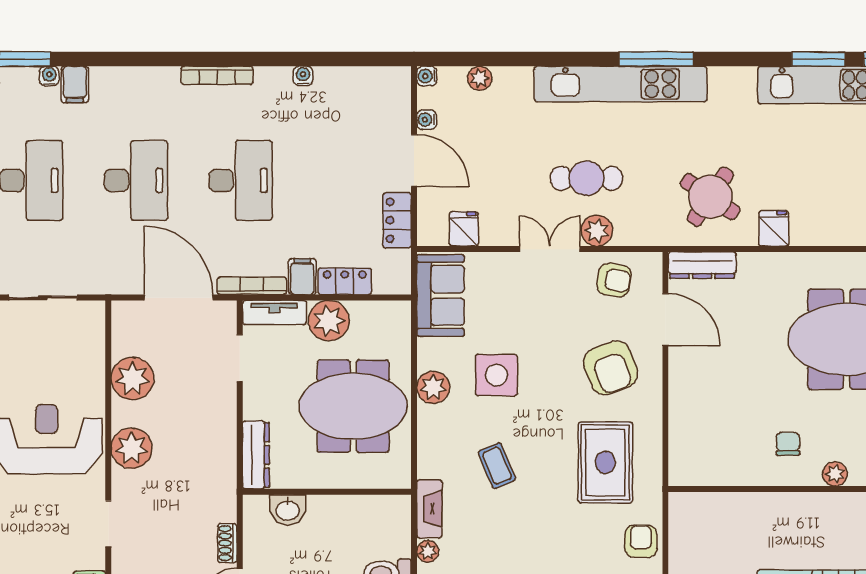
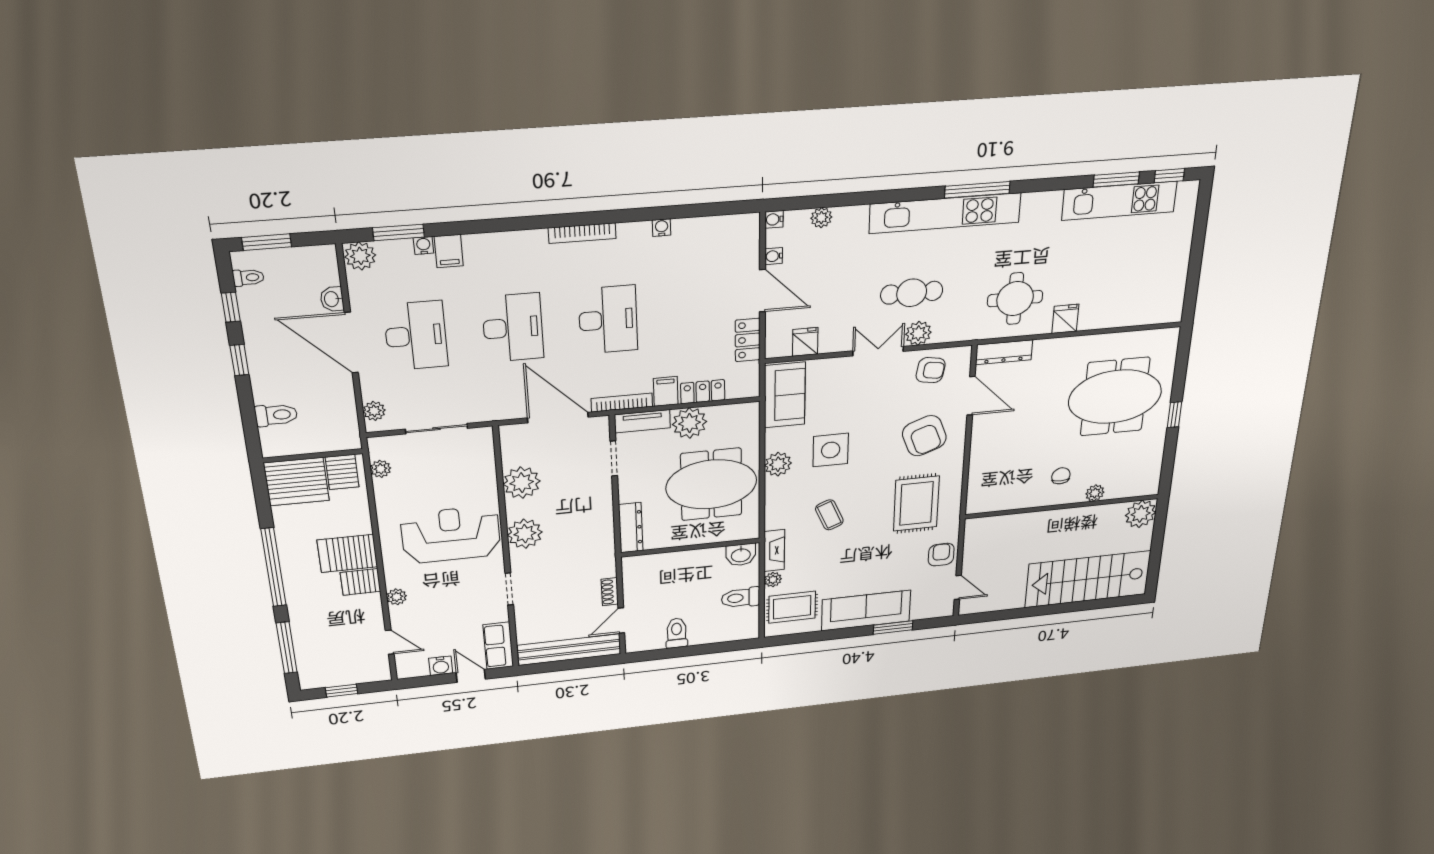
round table: (710, 197) -> (1015, 299), turned -34
washbasin: (288, 510) -> (741, 555), moved

